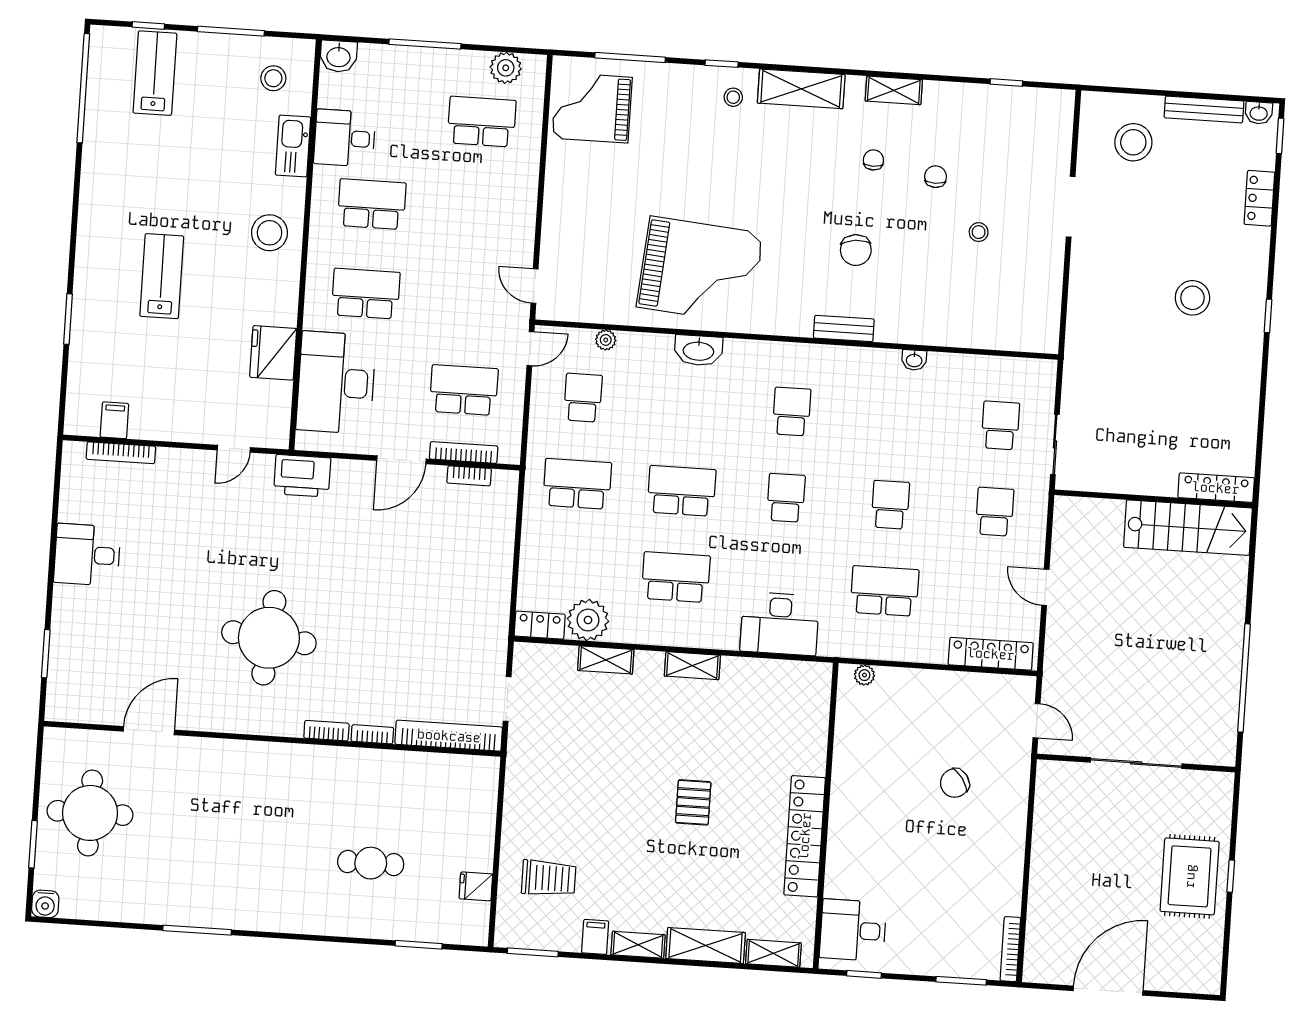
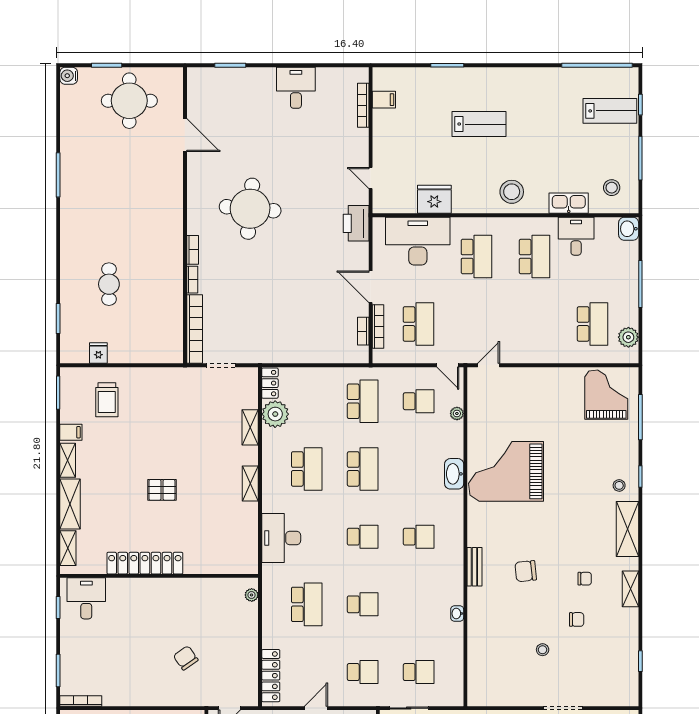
grand piano: (700, 270) -> (506, 471), turned 85

